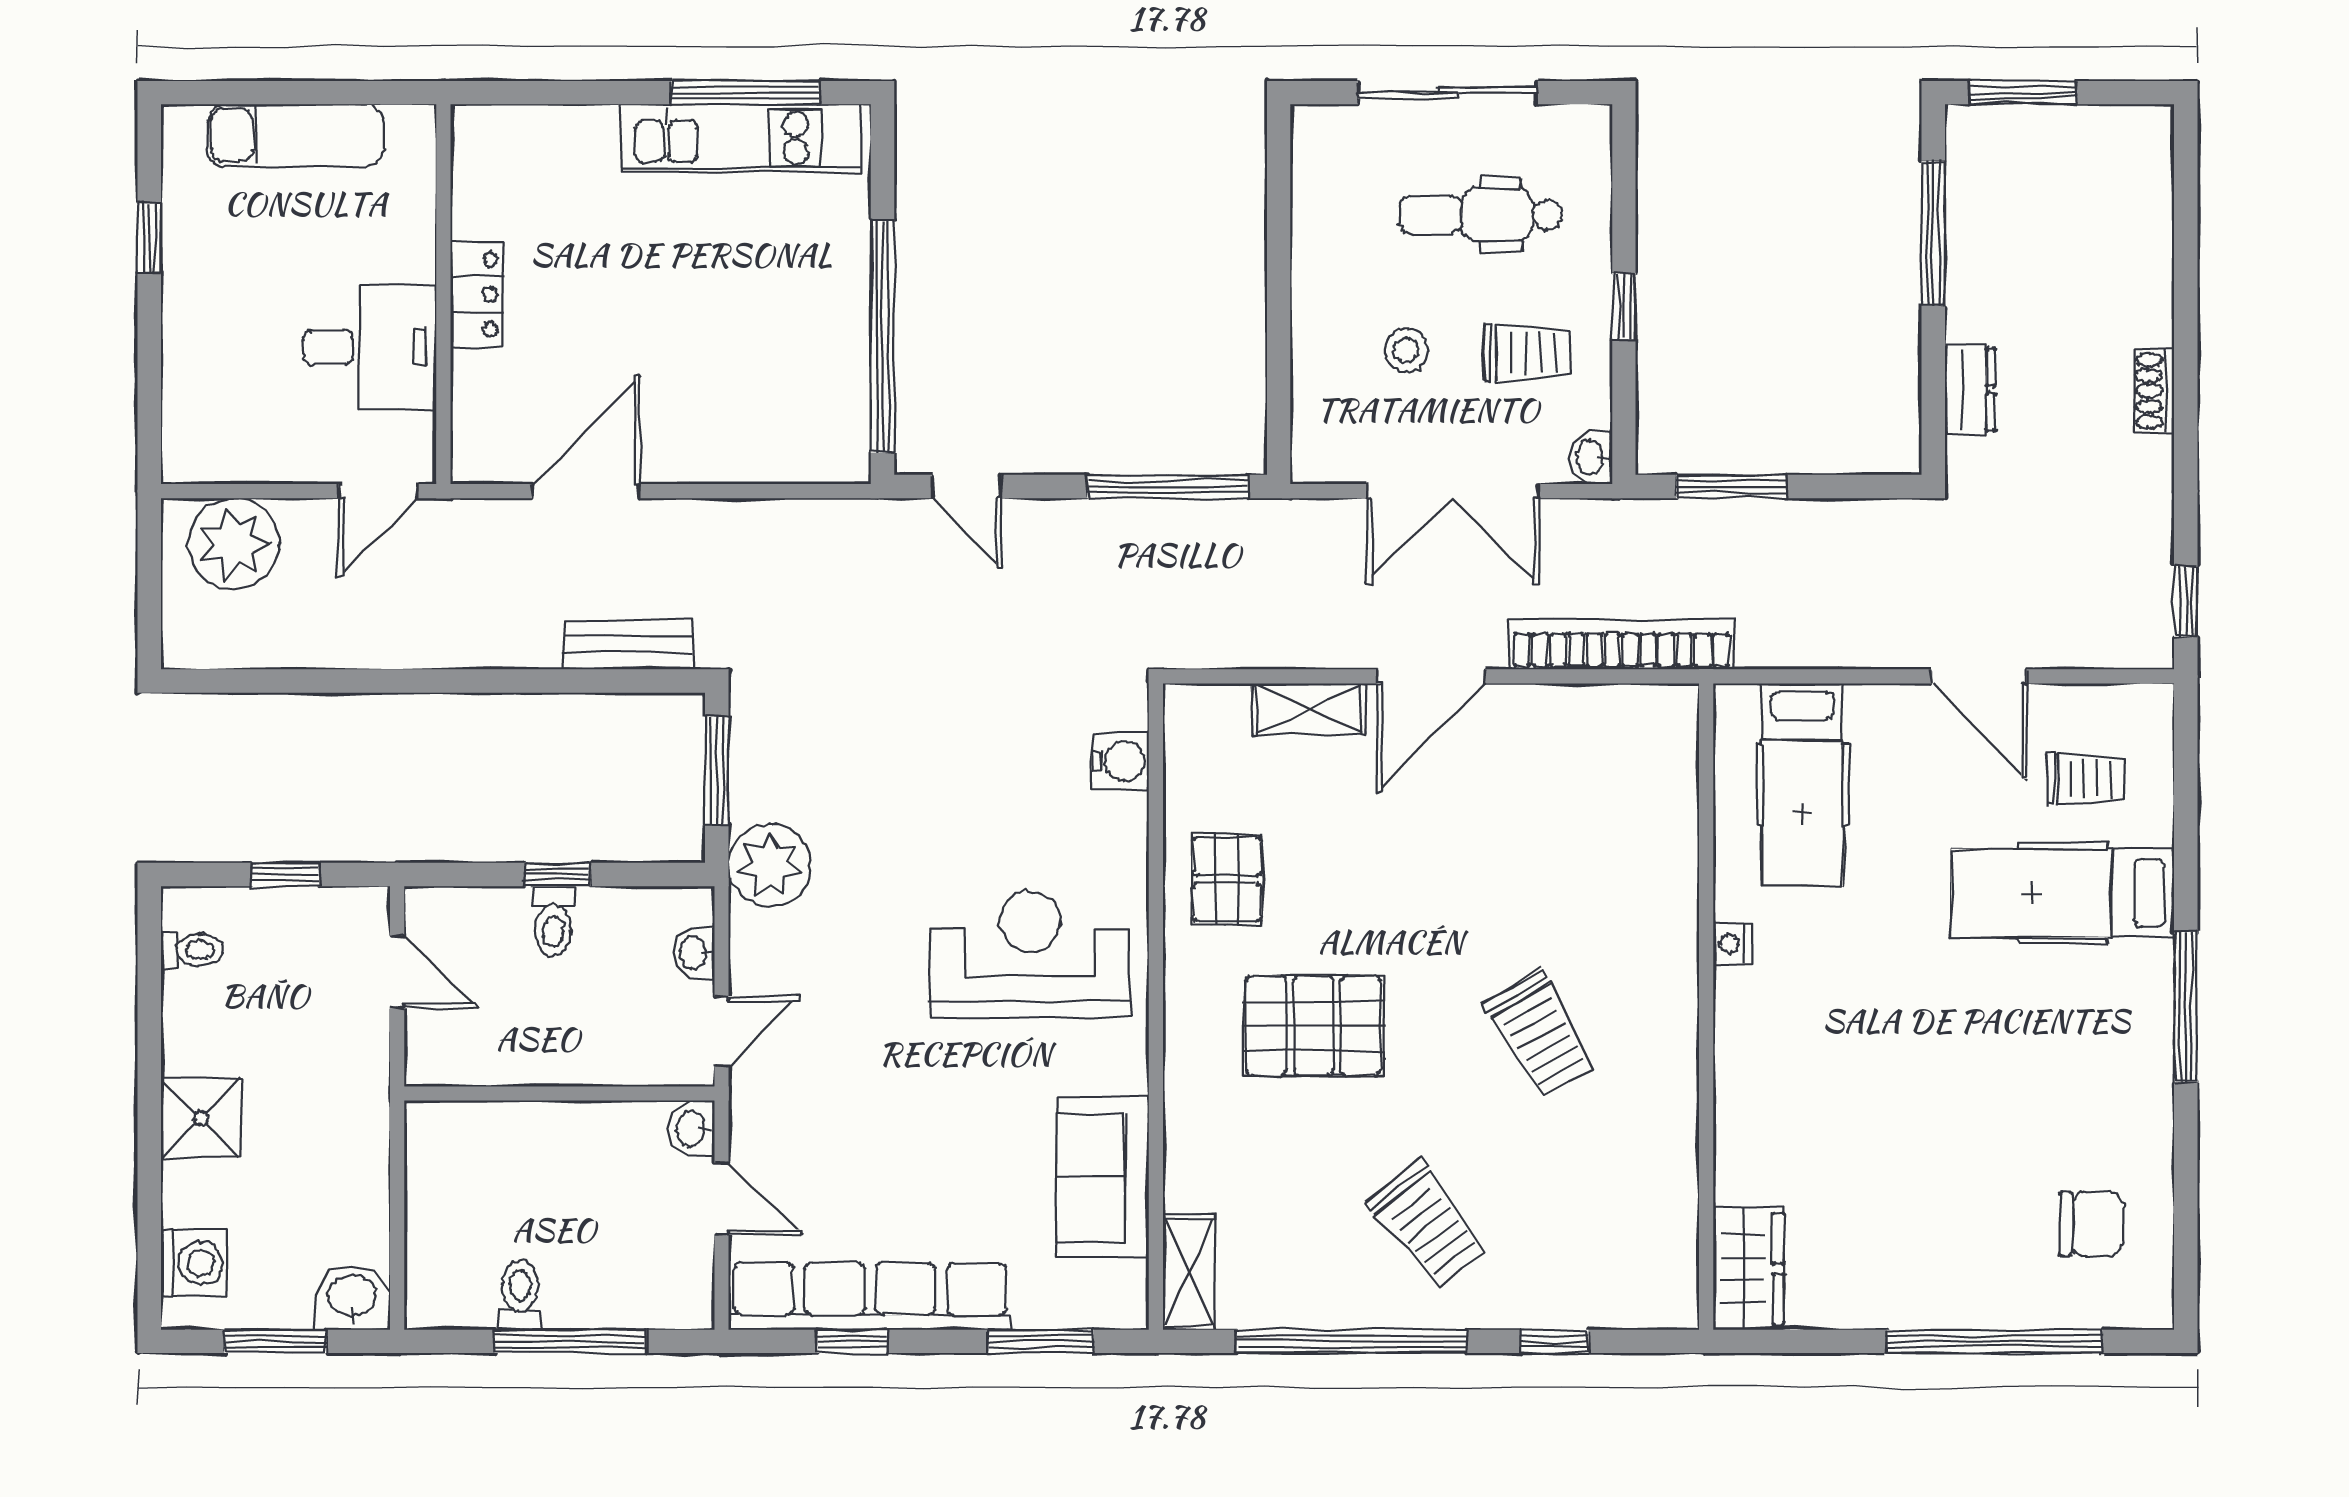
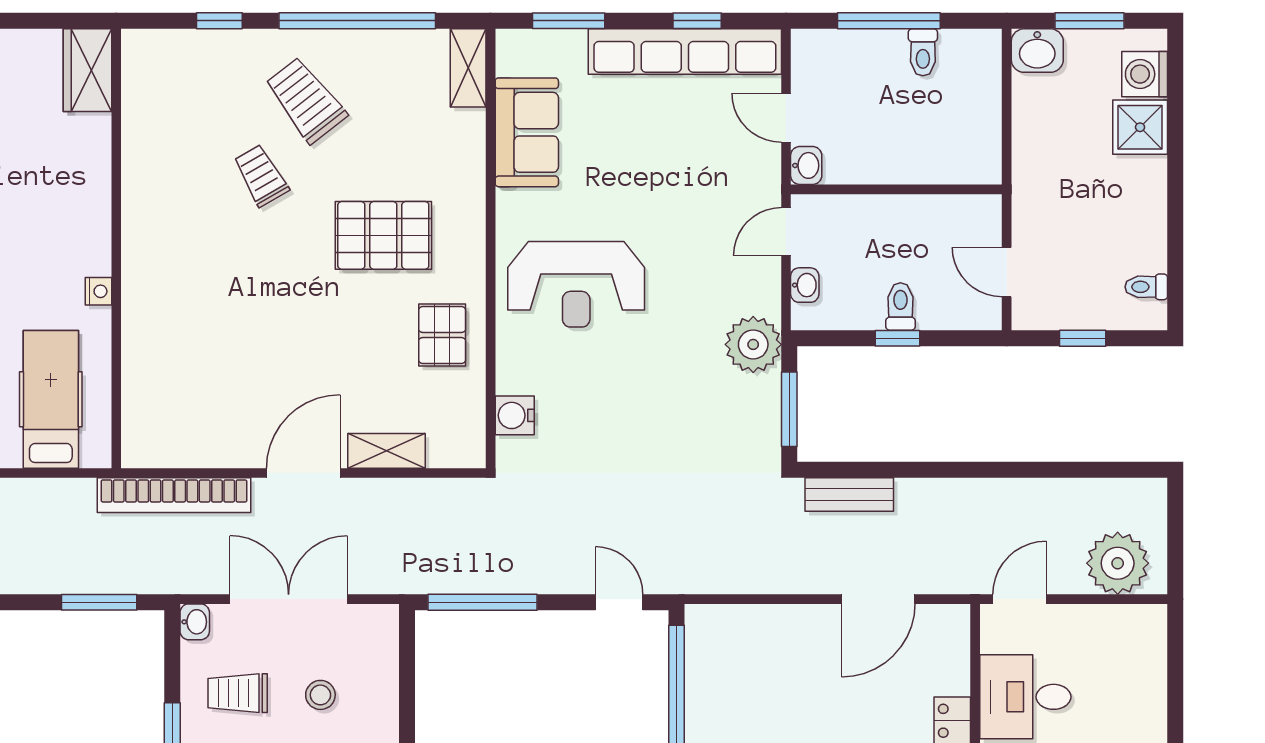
trolley: (1541, 1034) -> (261, 176), moved, width x0.73, depth x0.72
shower: (201, 1118) -> (1140, 127), moved

